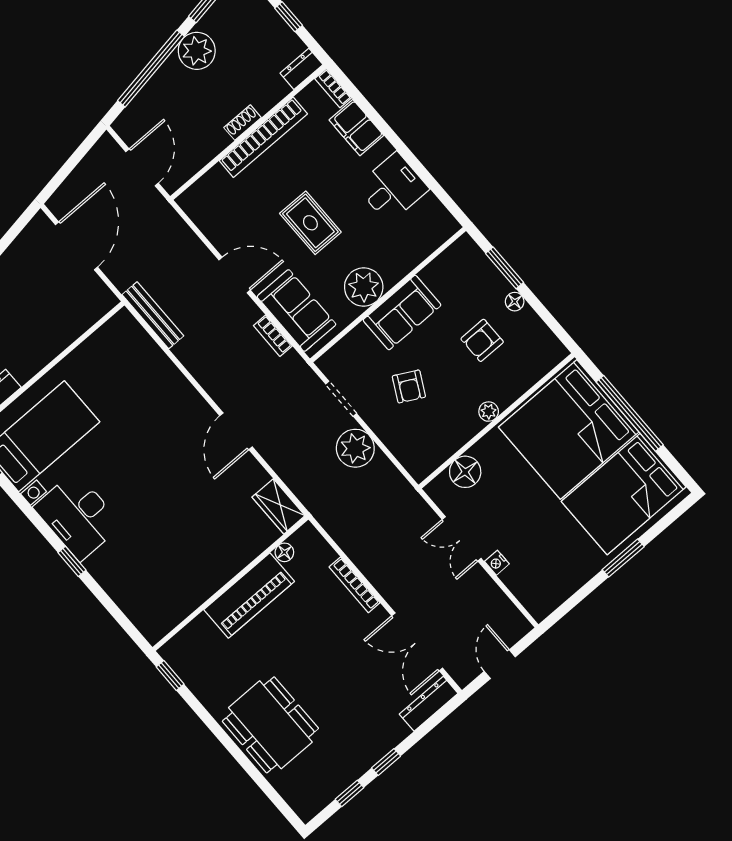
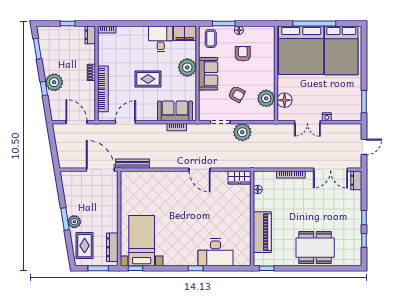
plant: (197, 51) -> (54, 82), moved
window: (151, 69) -> (44, 88), width x0.32
filing cabinet: (356, 128) -> (185, 33), moved
bookcase: (263, 137) -> (103, 89), moved
door: (77, 246) -> (100, 170), moved
coffee table: (462, 268) -> (211, 39), added
door: (235, 275) -> (125, 122), moved
plant: (364, 287) -> (187, 67), moved
armchair: (482, 340) -> (243, 54), turned 180
plant: (489, 412) -> (266, 98), moved, width x1.88, depth x1.88
desk: (78, 516) -> (216, 252), moved
window: (623, 558) -> (364, 102), moved
piano: (249, 595) -> (262, 232), moved
door: (500, 664) -> (364, 147), swing flipped
dresser: (429, 704) -> (356, 180), width x0.70

